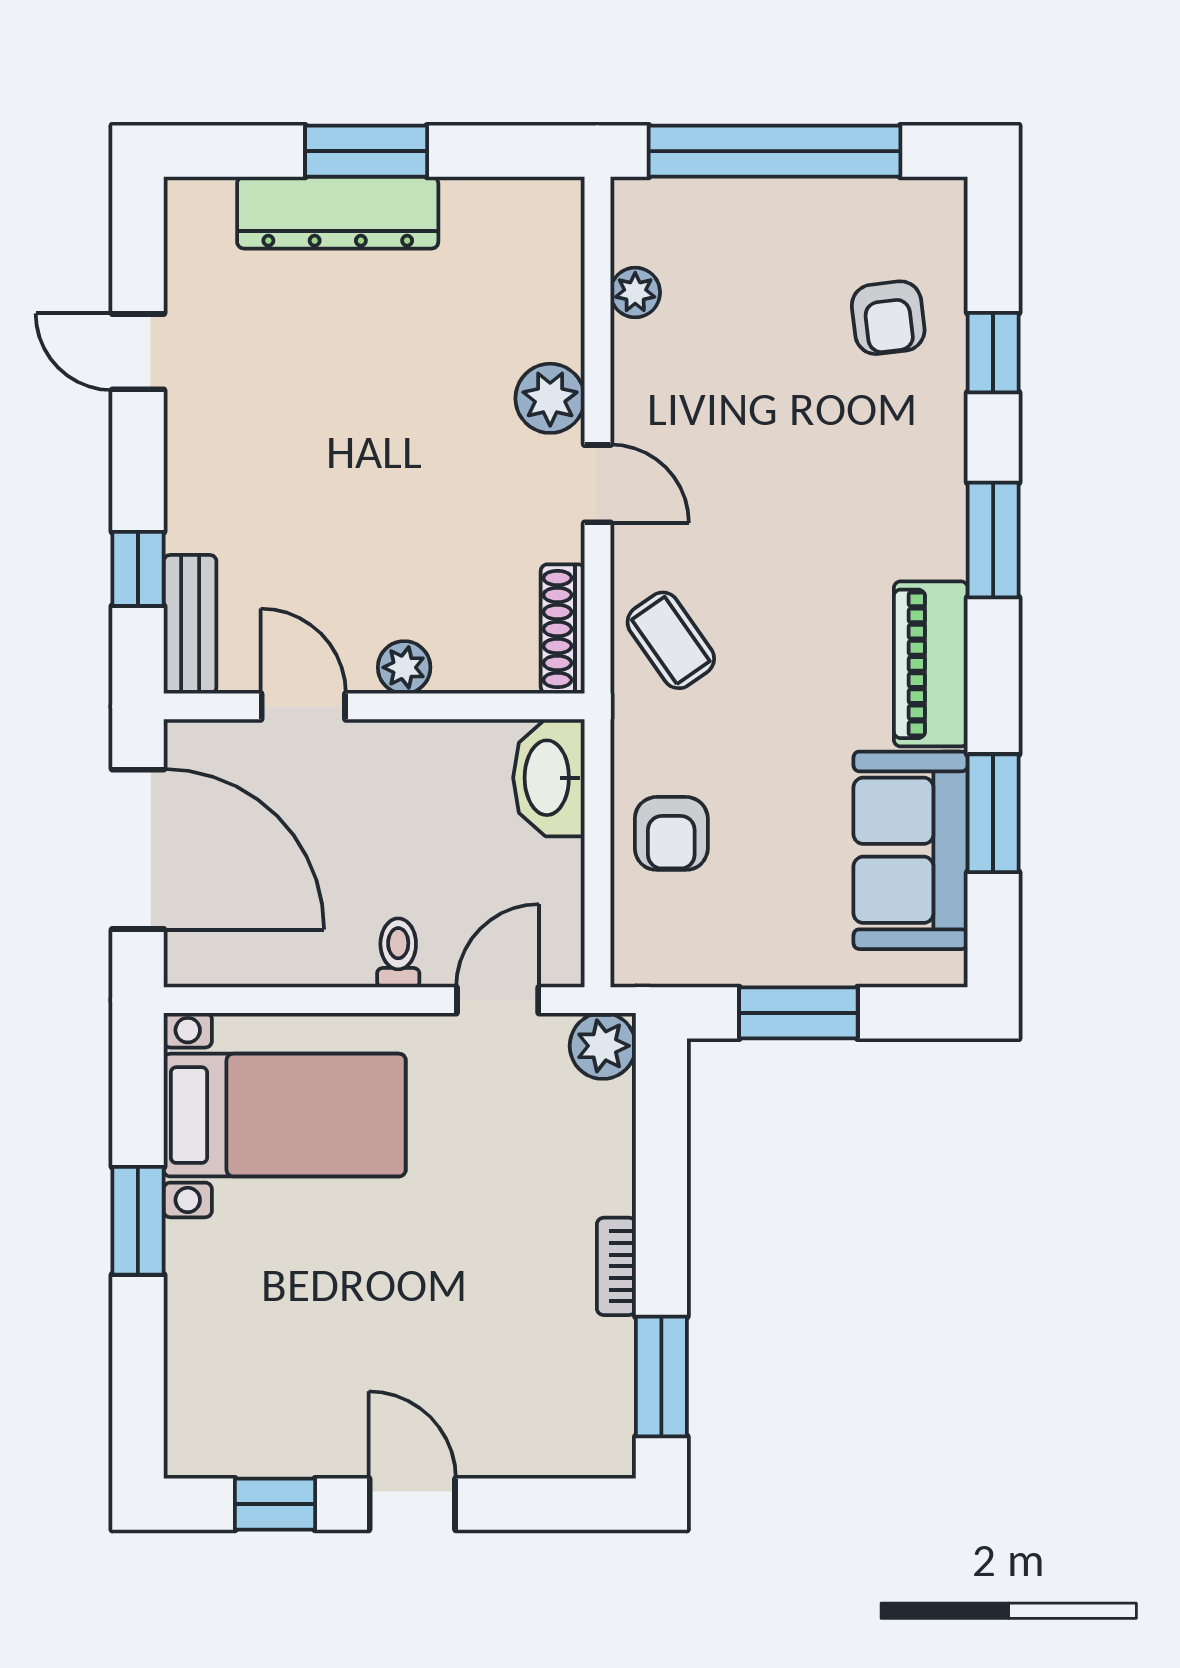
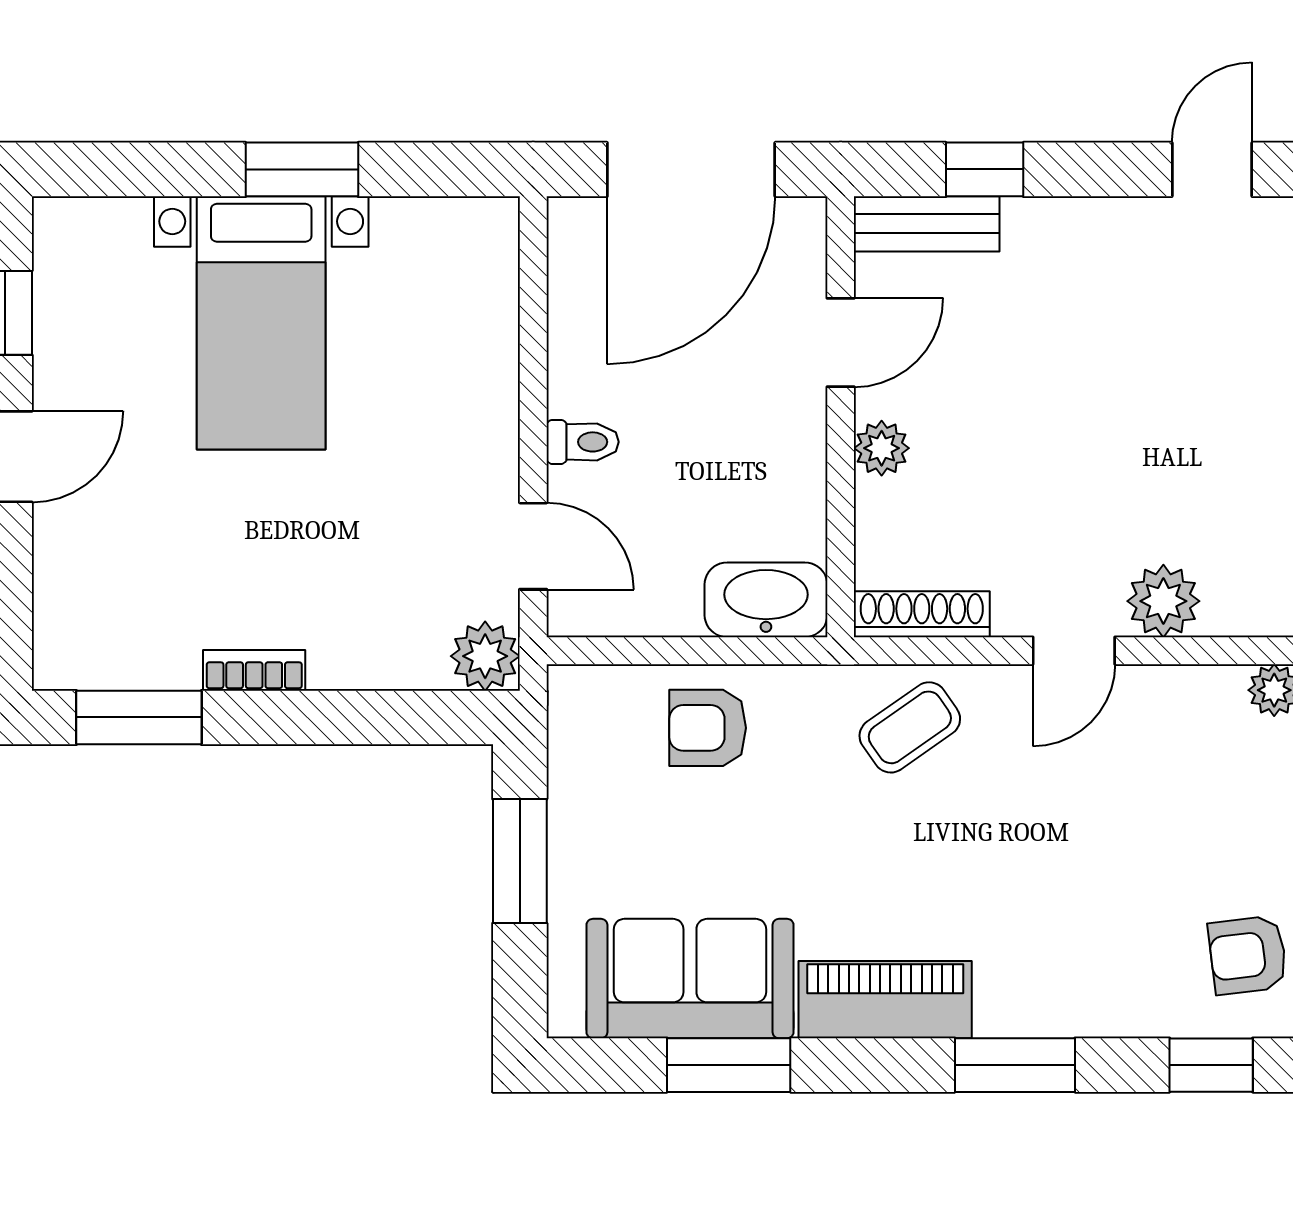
bed with nightstands: (285, 1115) -> (261, 323), moved

